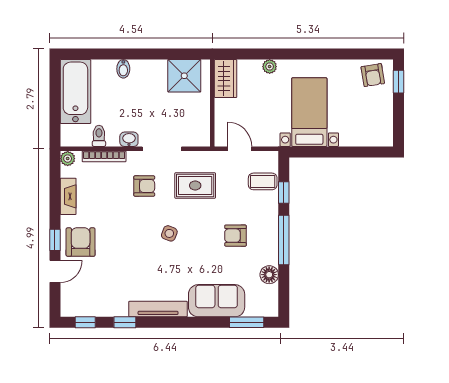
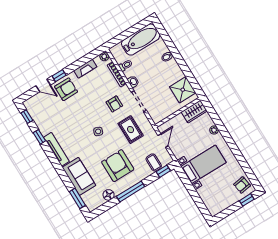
window: (284, 193) -> (163, 171), moved
armchair: (235, 236) -> (118, 166), width x1.88, depth x1.88

